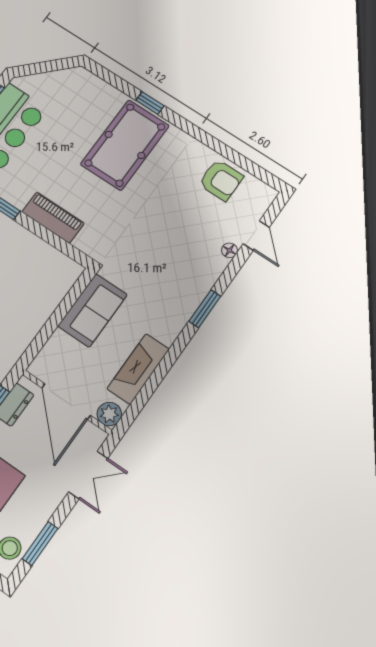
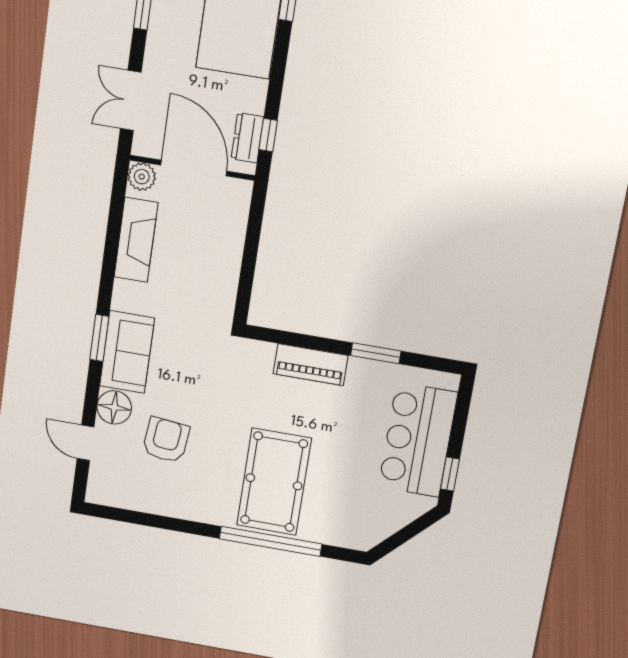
window: (150, 103) -> (271, 541), width x3.17
armchair: (221, 180) -> (166, 440), moved, turned 96
floor lamp: (230, 250) -> (114, 407), width x1.89, depth x1.89
sofa: (93, 310) -> (127, 352), moved, turned 180

